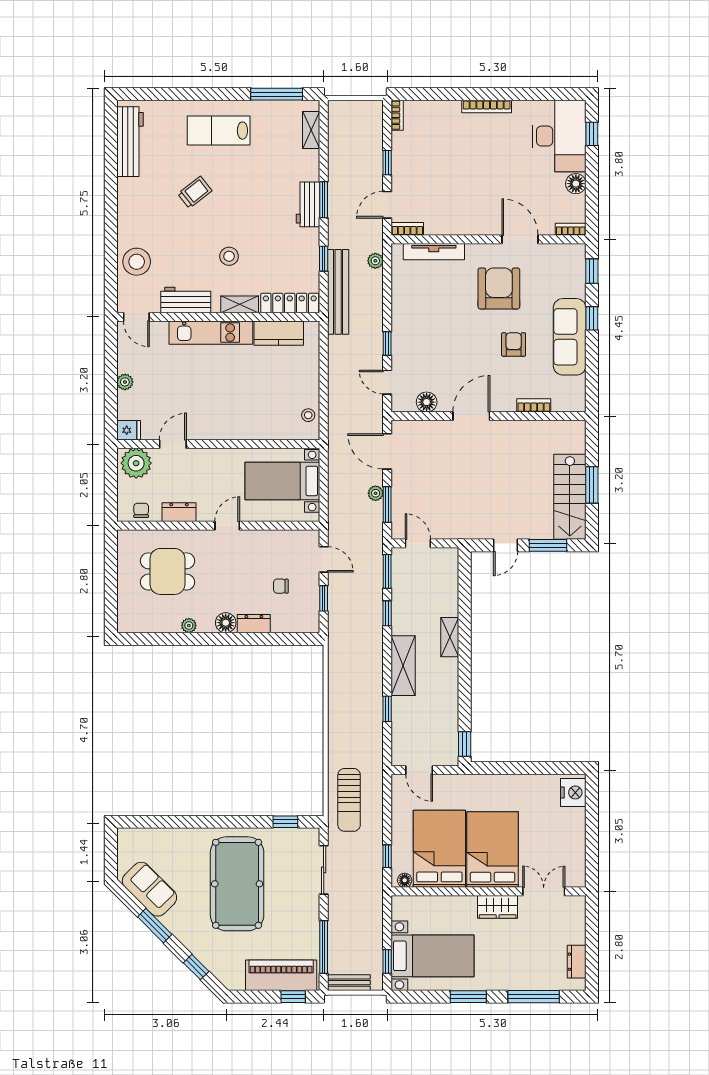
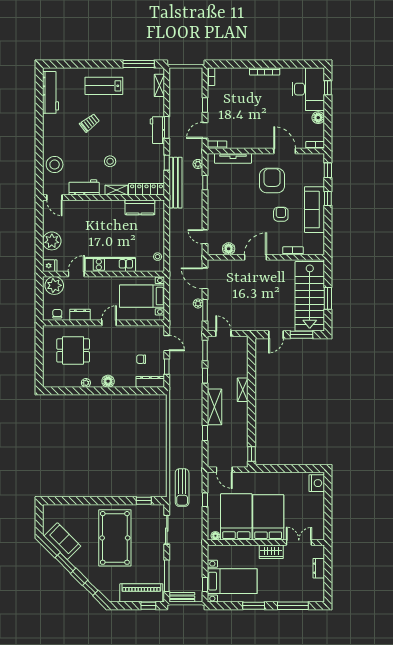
kitchen unit: (211, 333) -> (110, 265), moved, turned 180
window: (387, 343) -> (205, 183), moved
plant: (125, 382) -> (52, 241), width x1.88, depth x1.88
stairs: (570, 497) -> (310, 296), width x1.36, depth x1.51
dresser: (254, 624) -> (150, 382), moved, width x1.44
window: (387, 856) -> (205, 500), moved
dresser: (577, 962) -> (319, 568), moved

